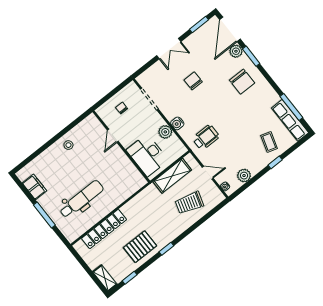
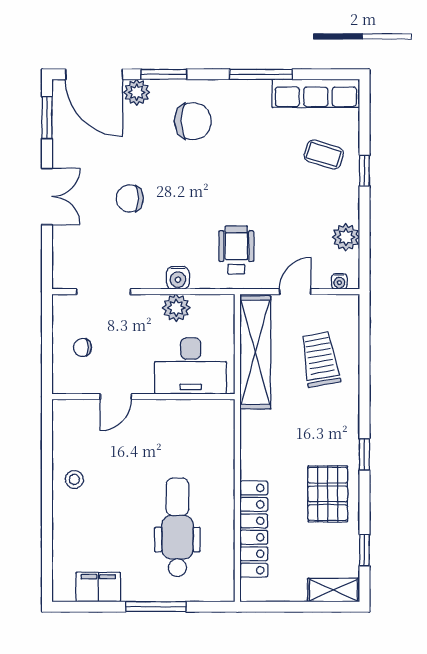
window: (291, 107) -> (261, 74), moved
door: (113, 136) -> (116, 397), hinge flipped
shelving: (172, 176) -> (255, 352), width x1.47
trolley: (189, 203) -> (320, 359), turned 153

